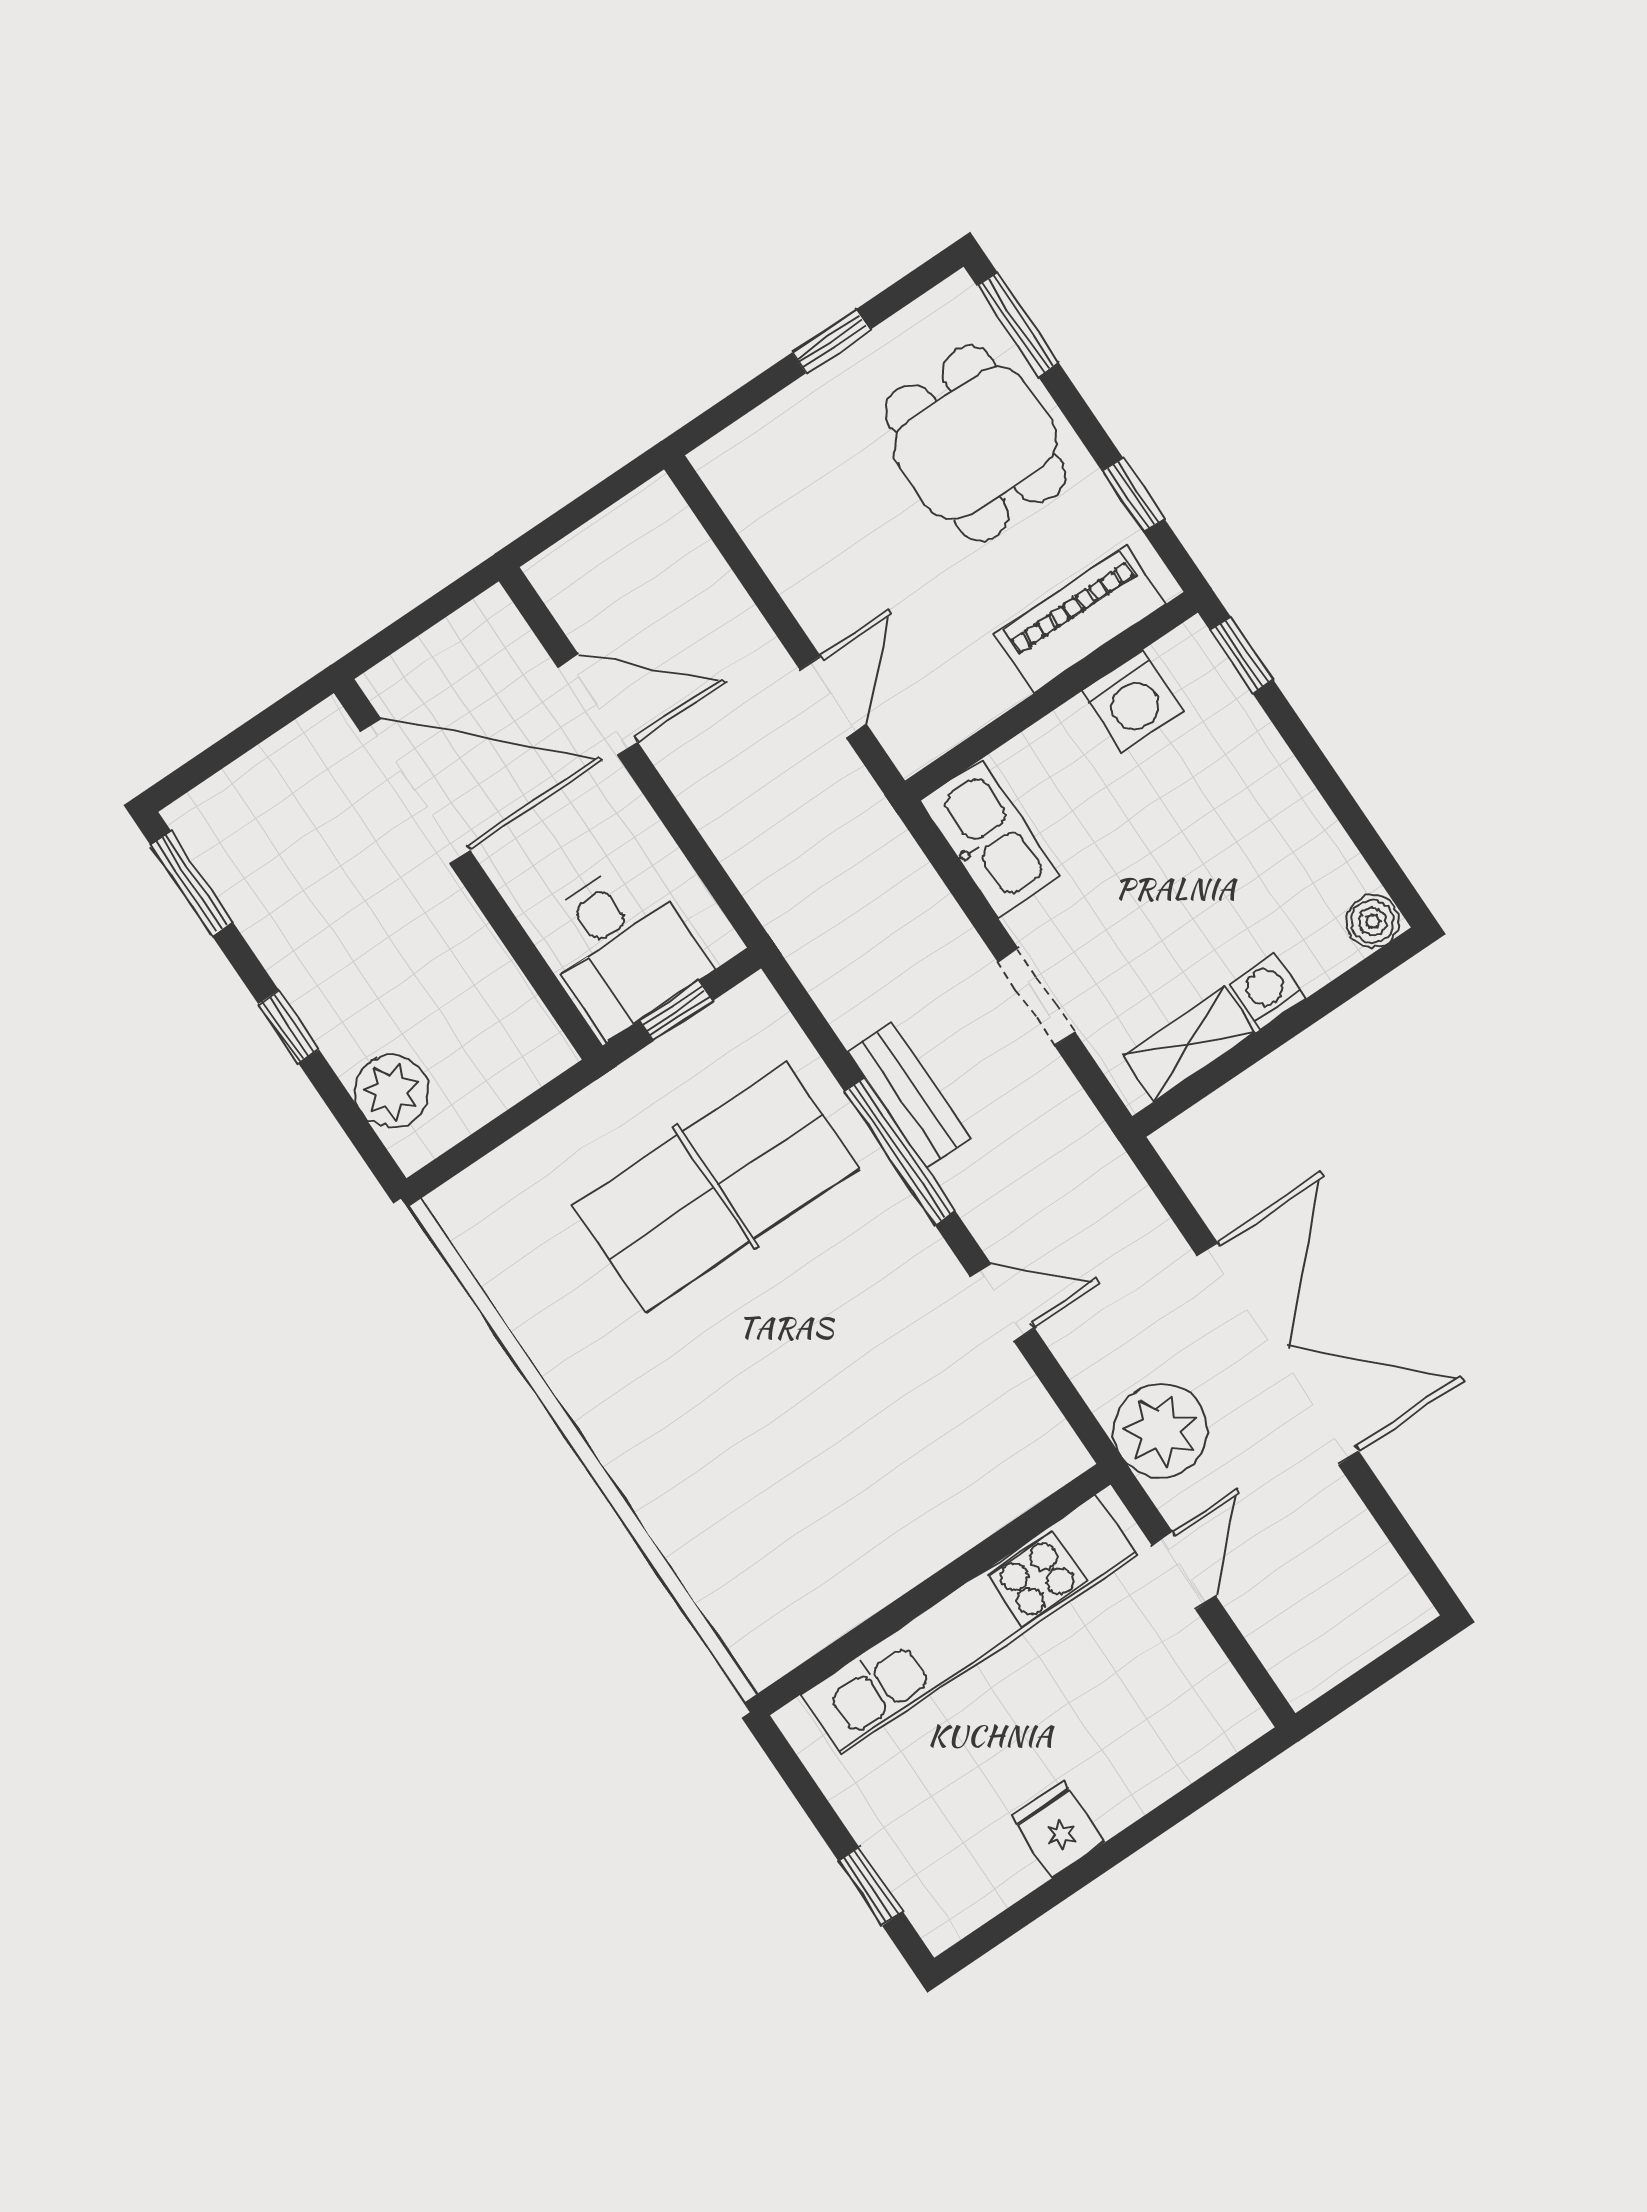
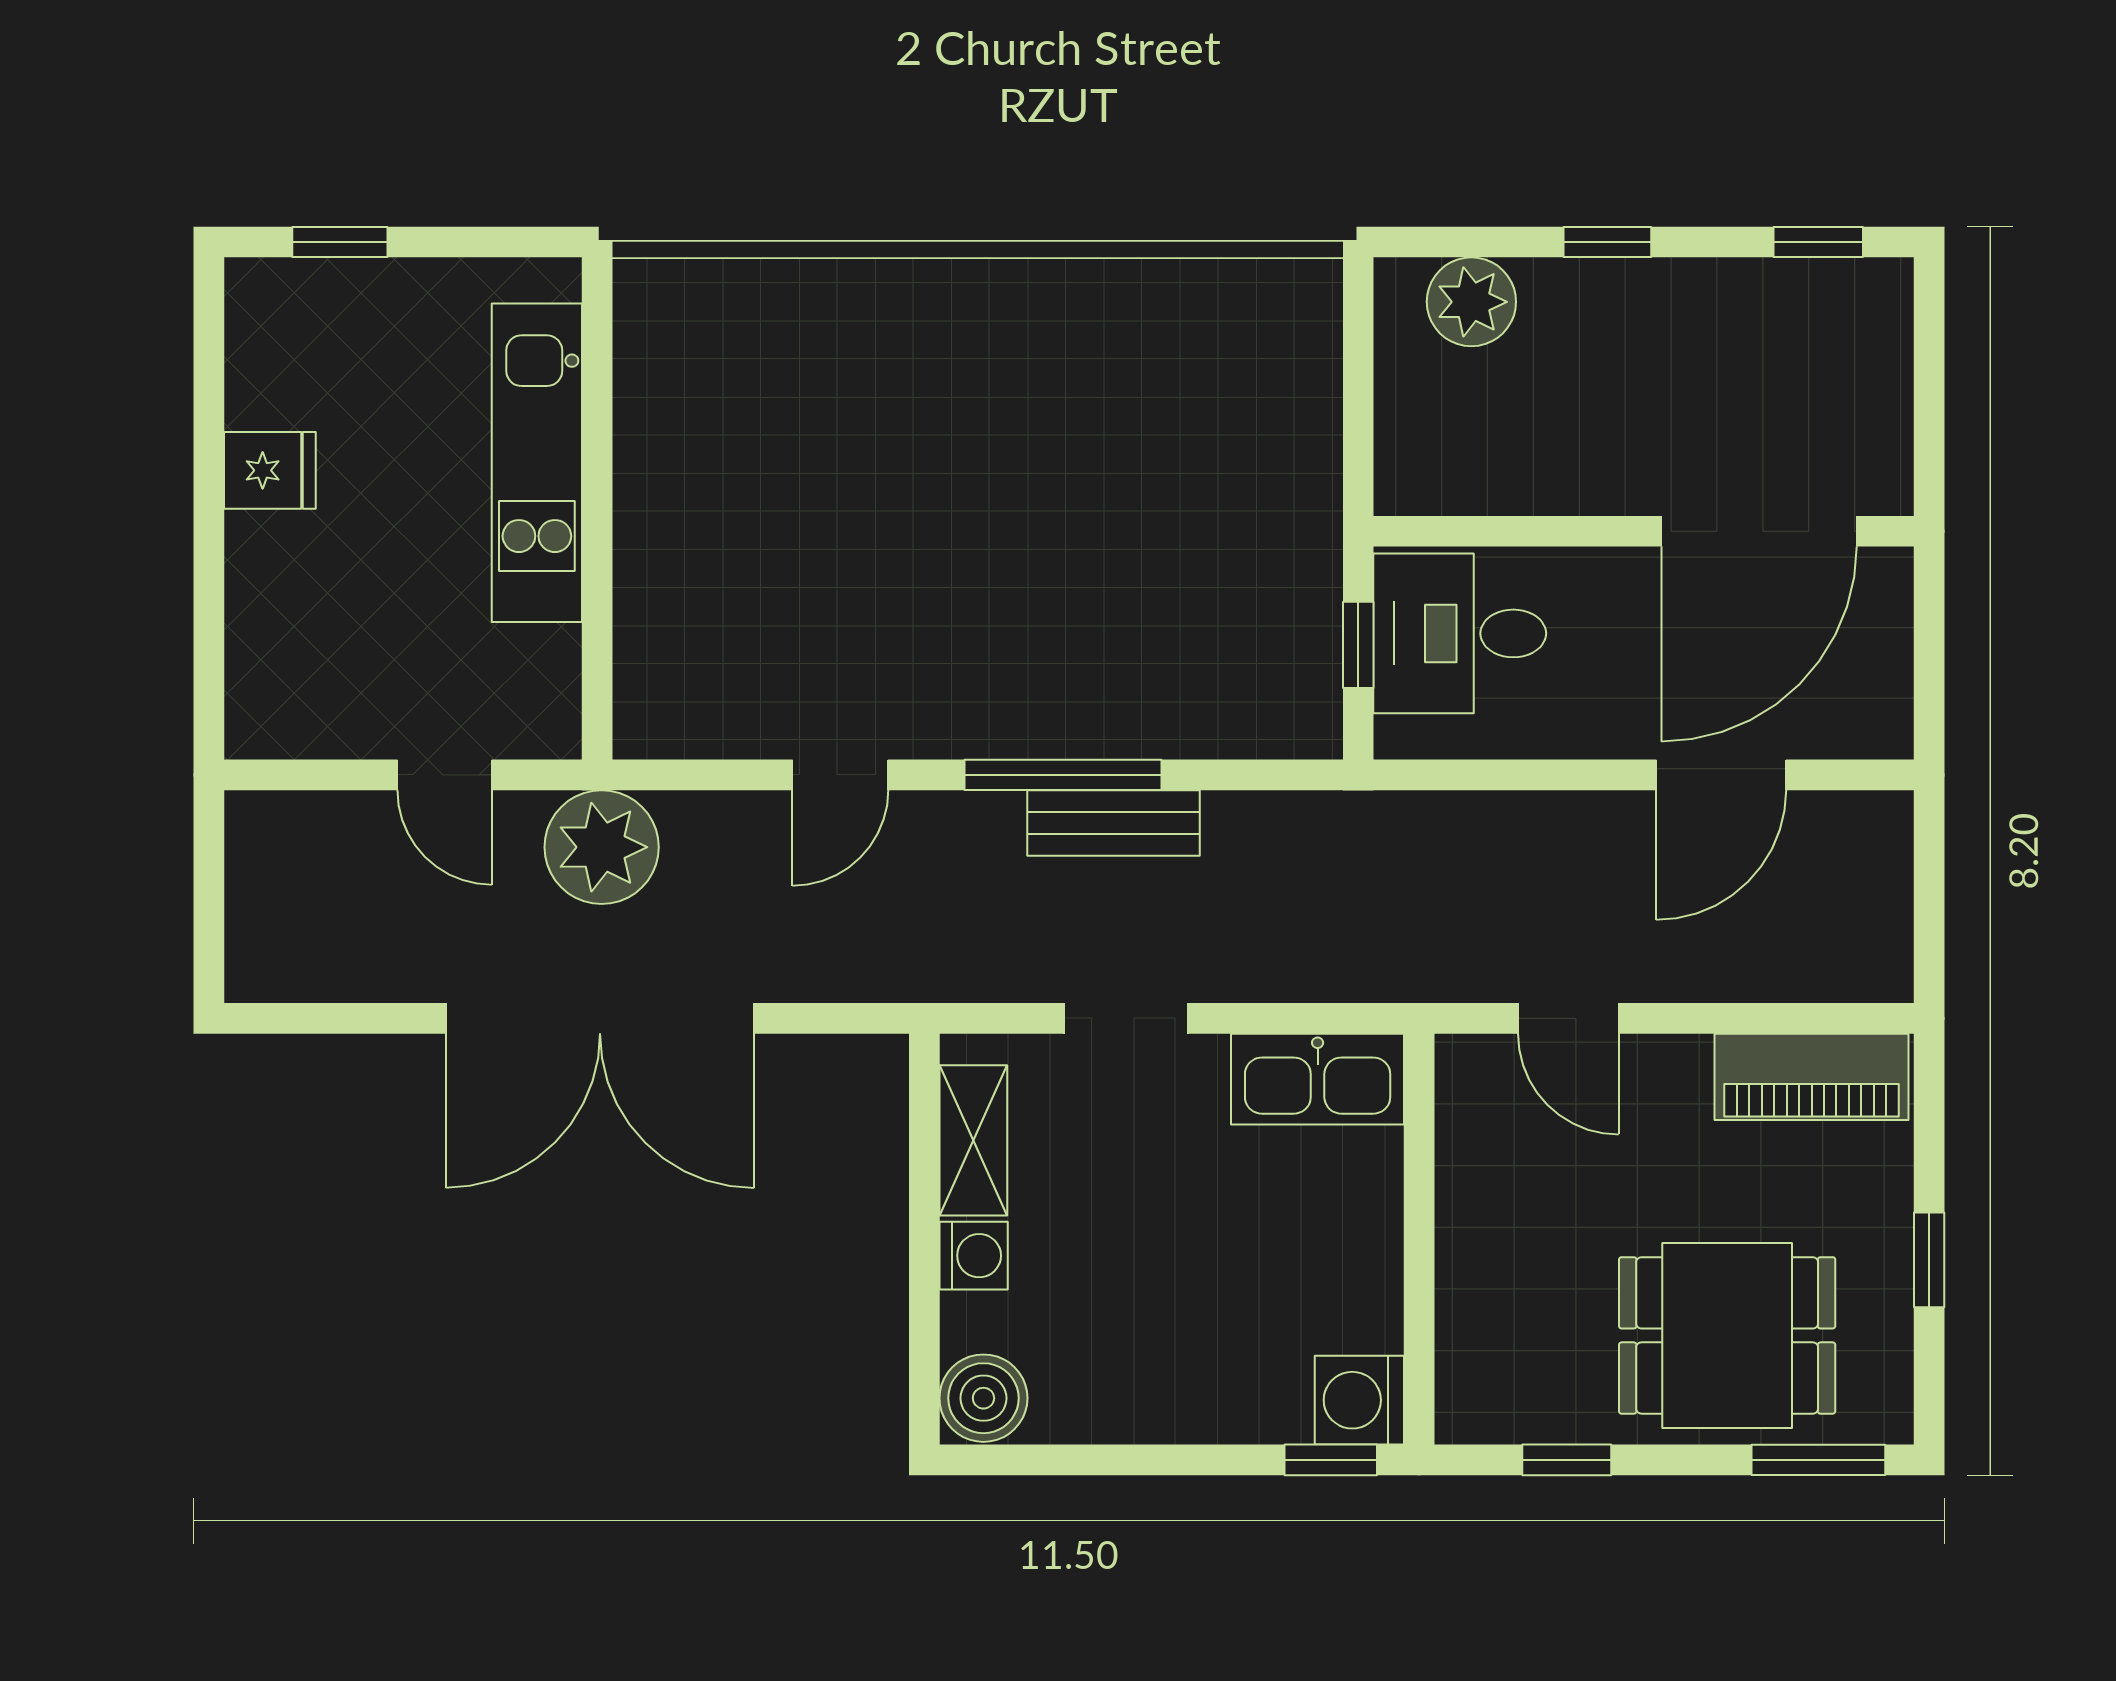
piano: (1080, 619) -> (1812, 1077), moved, turned 90
washing machine: (1132, 701) -> (1359, 1400), moved
window: (192, 884) -> (1818, 242), width x0.67
boiler: (1373, 922) -> (983, 1398), width x1.36, depth x1.36
table tennis table: (716, 1187) -> (1153, 564), removed
kitchen unit: (969, 1625) -> (537, 463), width x0.73

